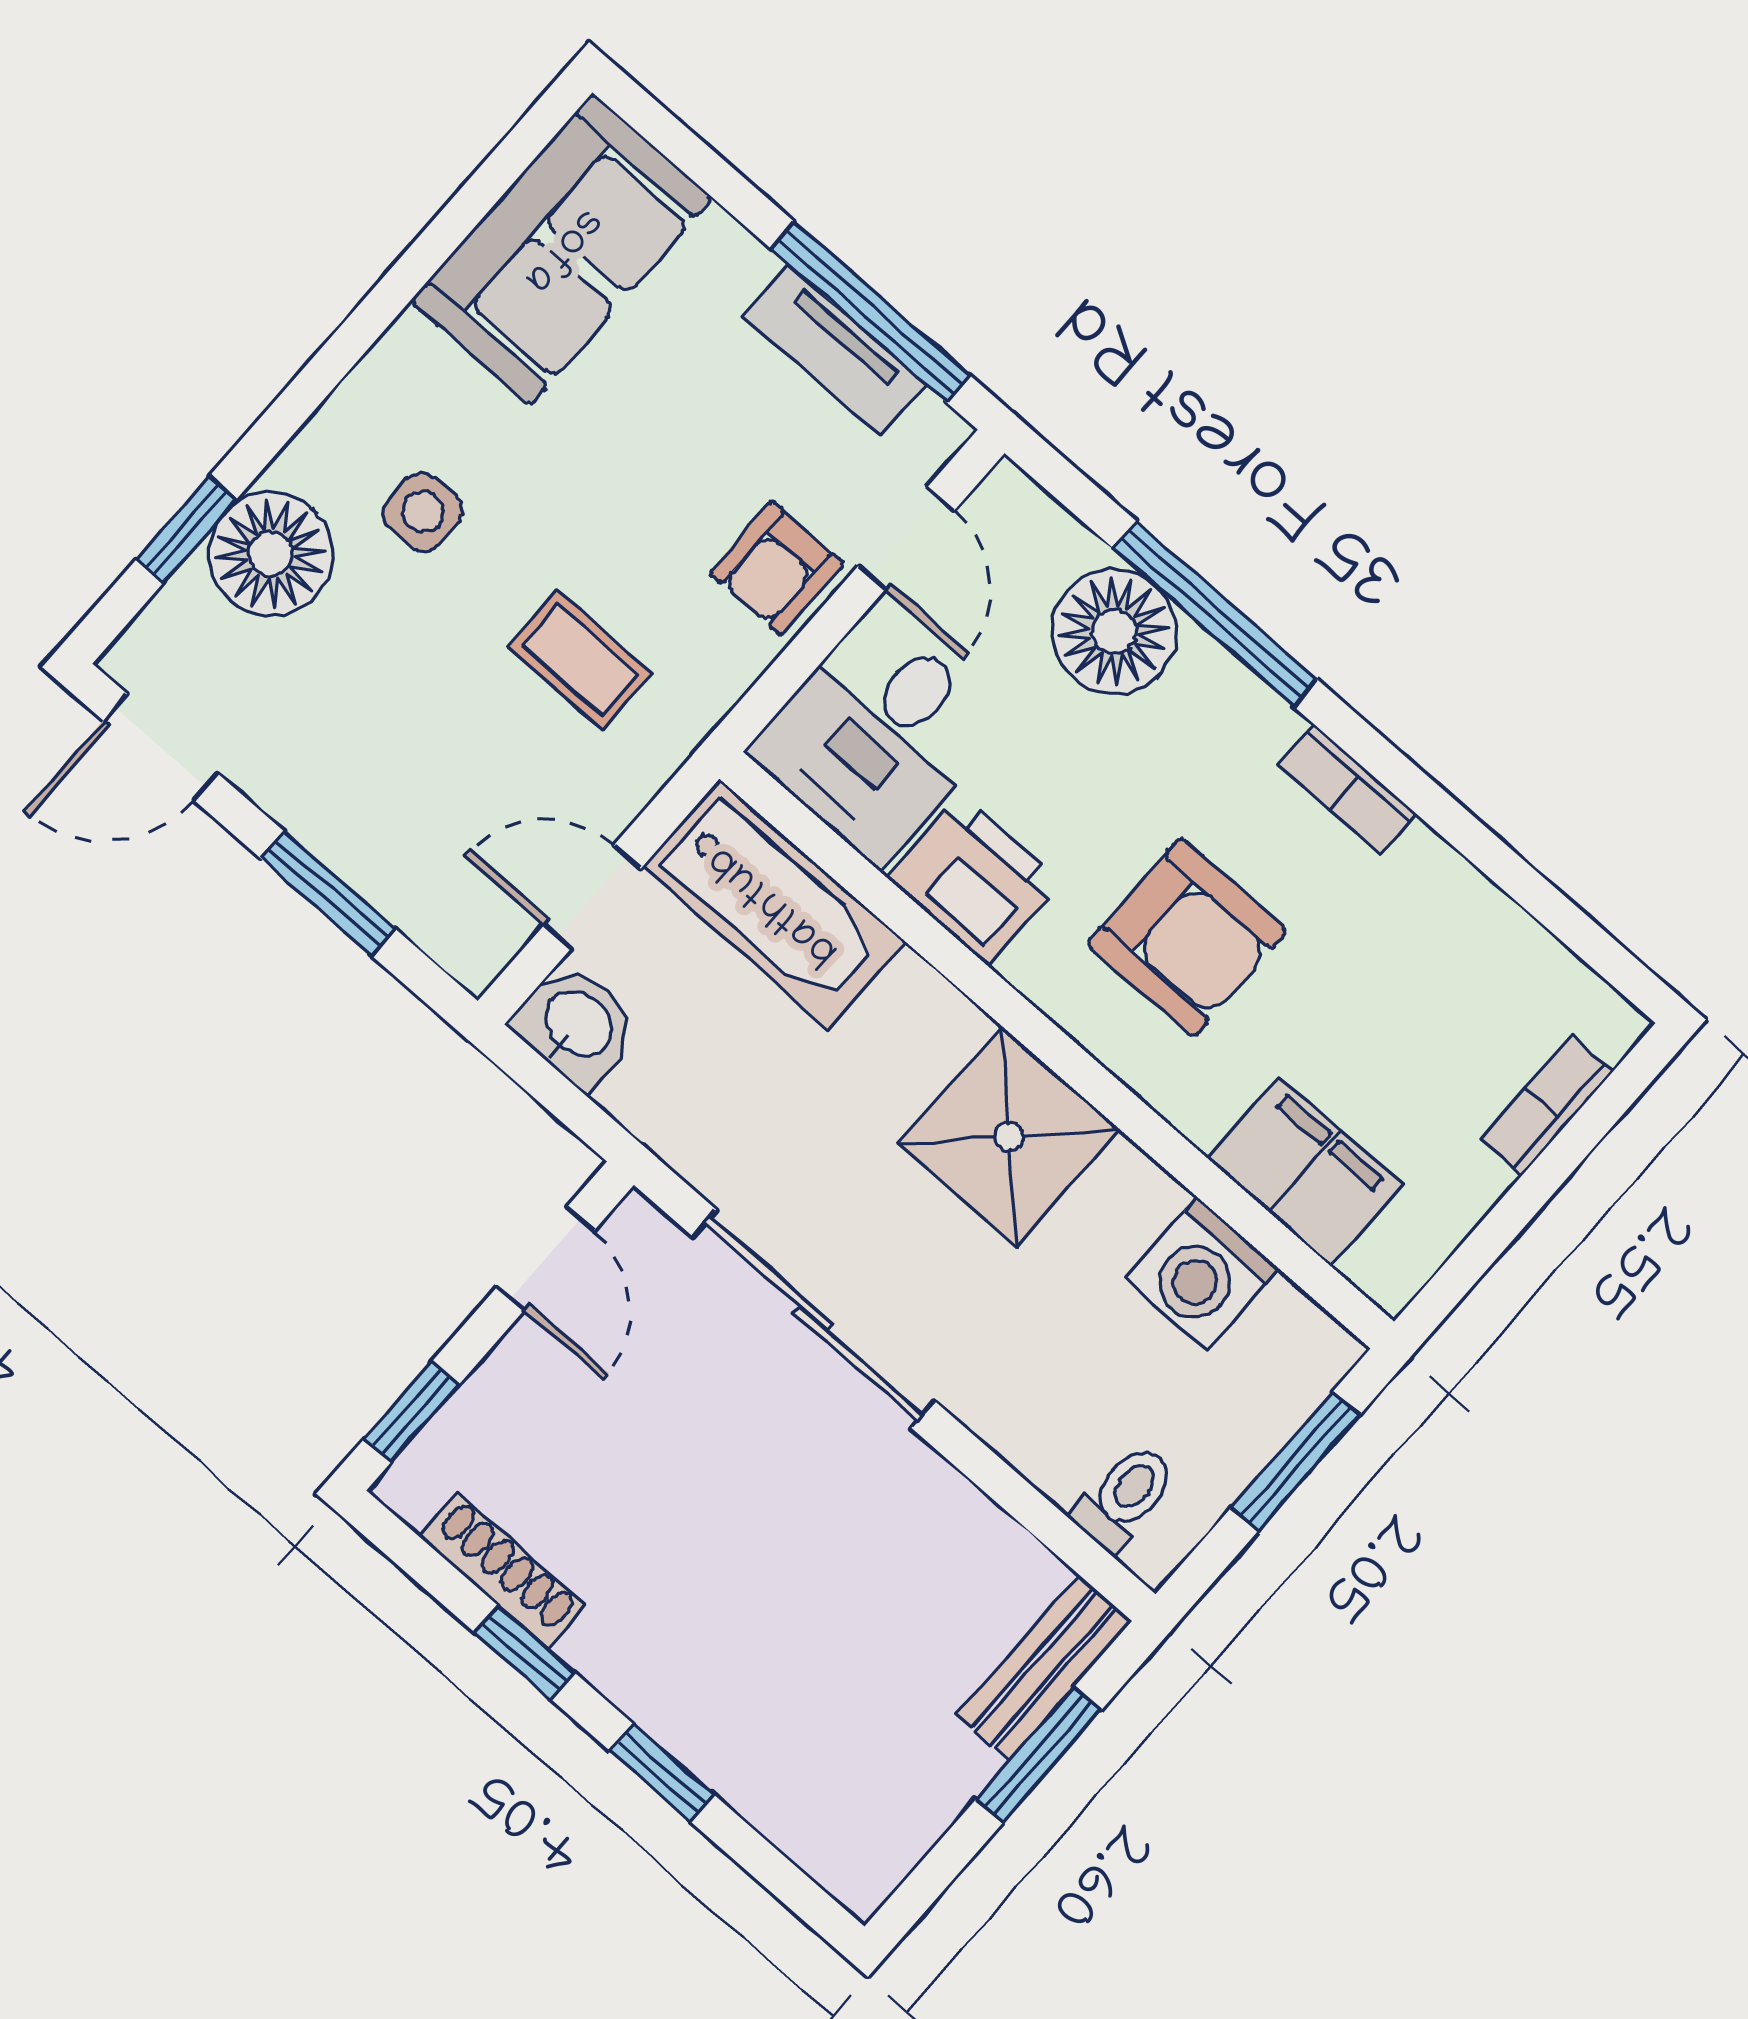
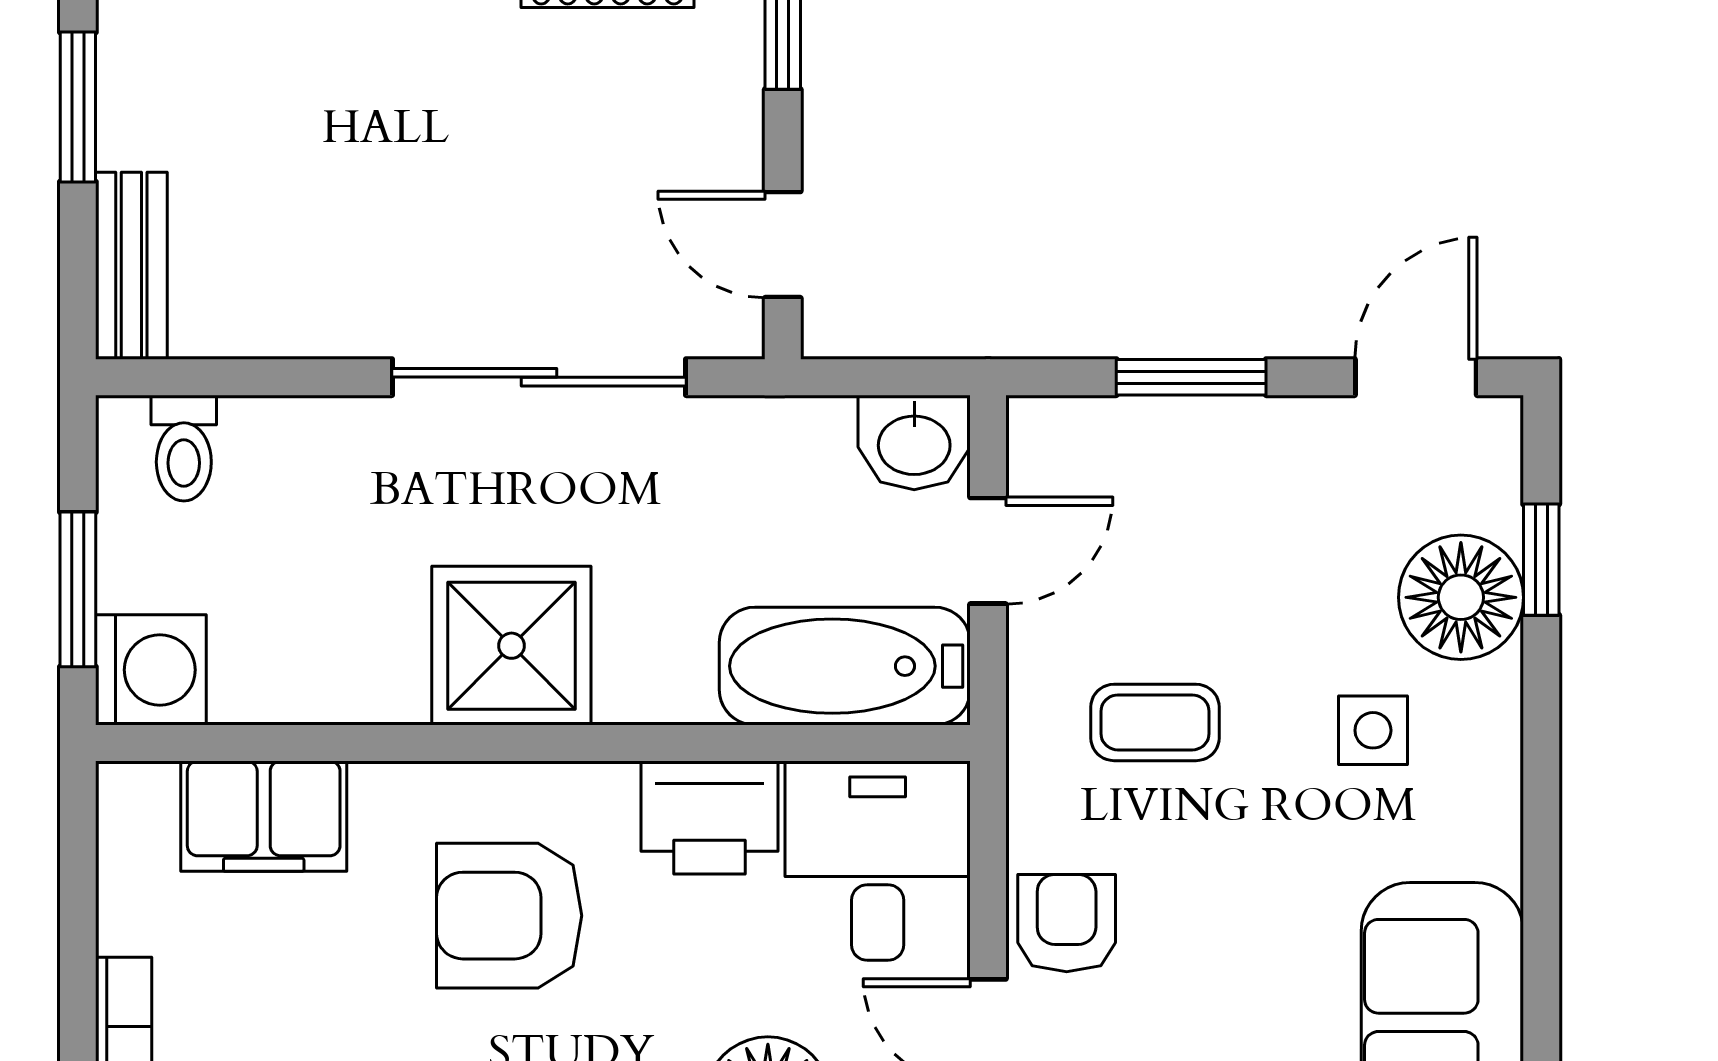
washing machine: (1202, 1274) -> (151, 670), moved, turned 90
window: (1039, 1755) -> (78, 107), moved

